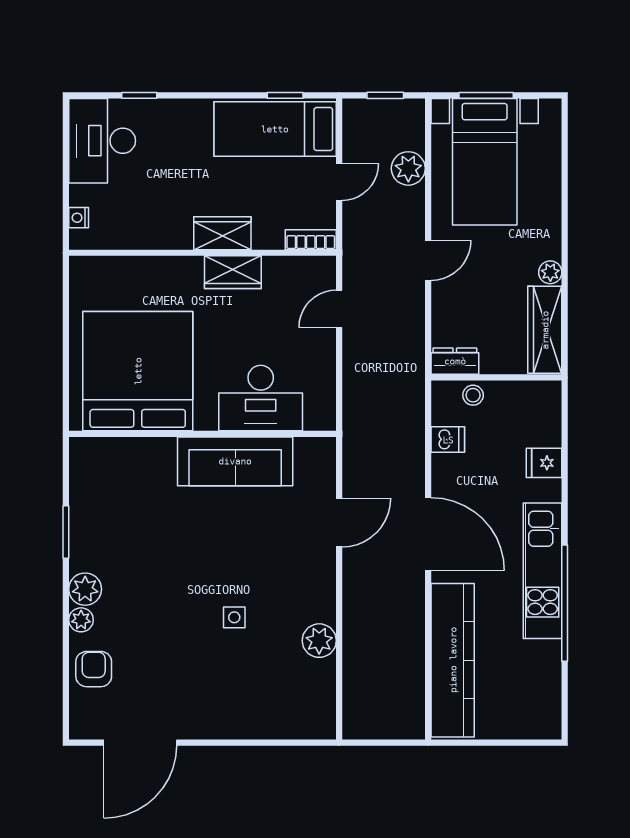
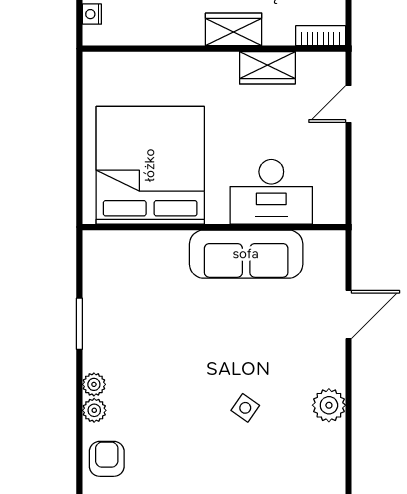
wardrobe: (233, 272) -> (267, 68), moved
plant: (85, 589) -> (94, 384), width x0.73, depth x0.73
side table: (234, 617) -> (245, 408), turned 35
plant: (319, 641) -> (329, 405), moved

